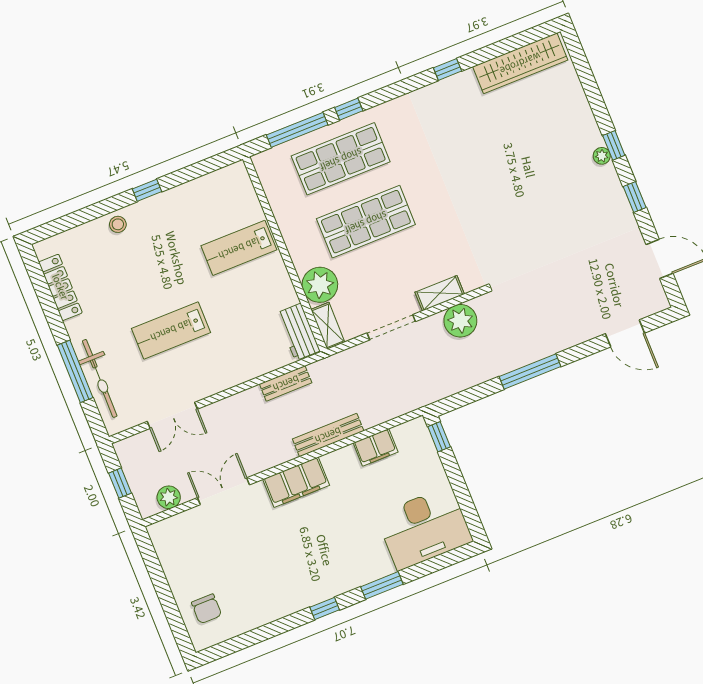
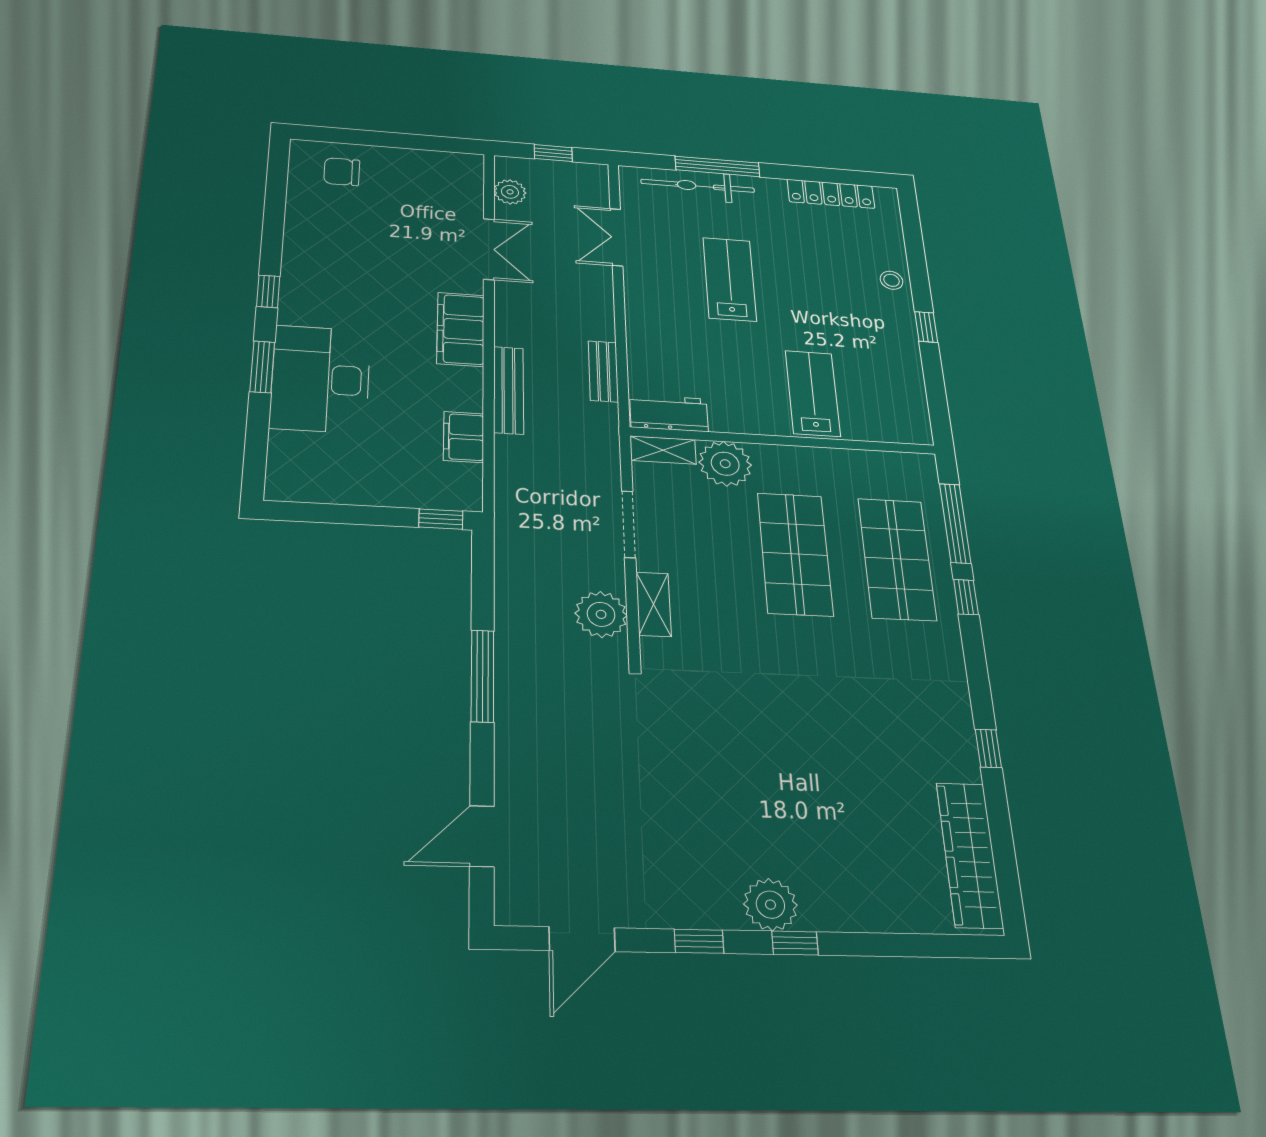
plant: (602, 156) -> (770, 905), width x1.88, depth x1.88
desk: (424, 528) -> (321, 379), moved

